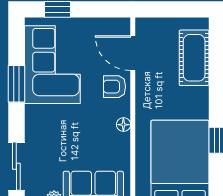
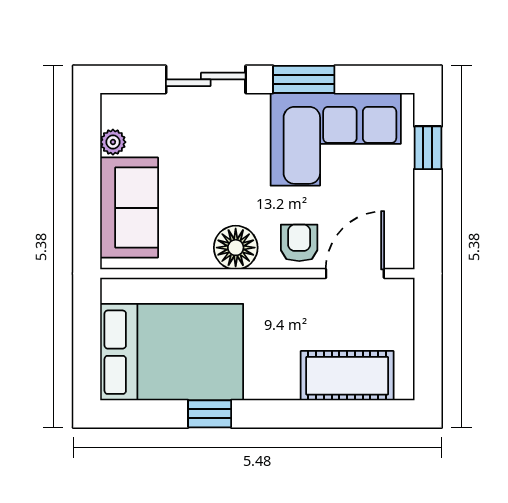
floor lamp: (123, 125) -> (236, 248), width x1.89, depth x1.89
sliding door: (16, 166) -> (206, 79), moved

